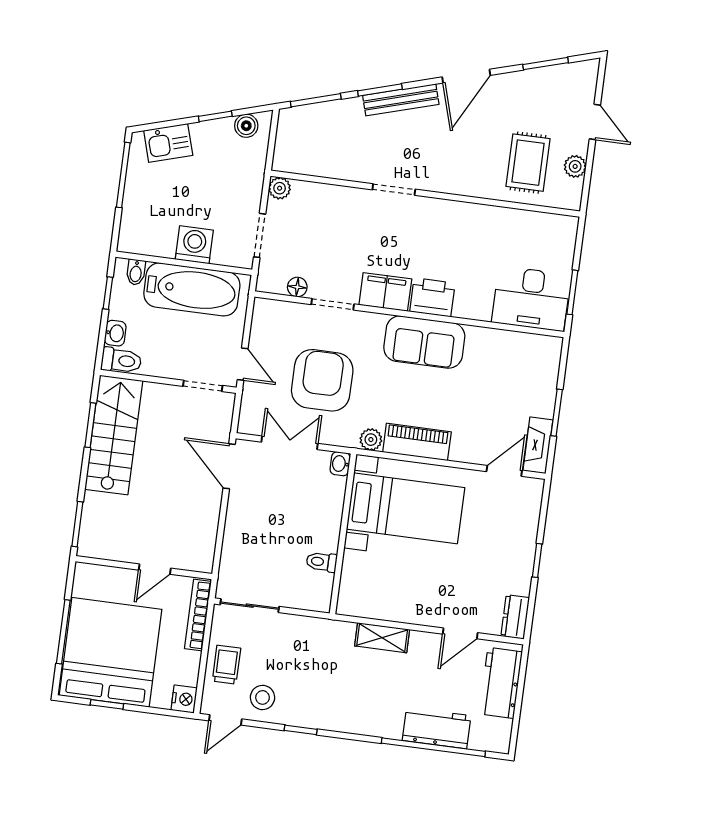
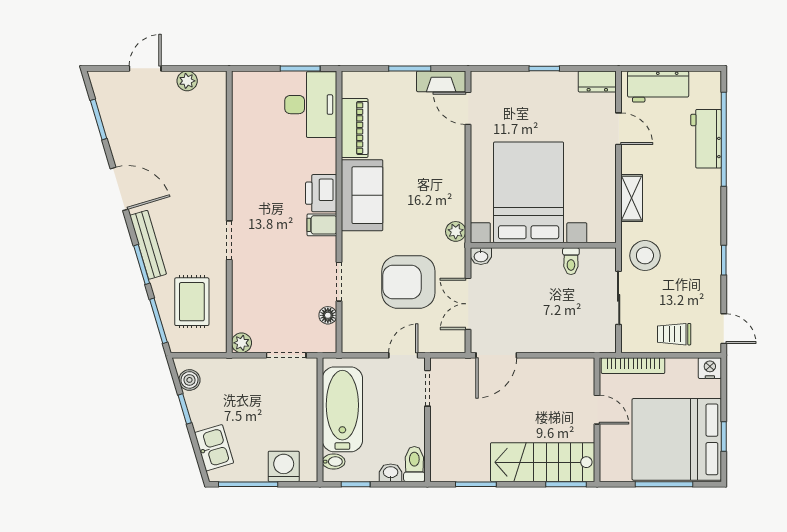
rug: (528, 163) -> (192, 302), moved, turned 90
washing machine: (194, 245) -> (284, 466), moved, turned 90
filing cabinet: (385, 292) -> (322, 225), width x0.50
stairs: (114, 435) -> (543, 462), moved
piano: (417, 442) -> (355, 128), moved, turned 180
bed with nightstands: (406, 508) -> (529, 192), width x1.36
sliding door: (250, 606) -> (619, 298), moved
stool: (262, 697) -> (645, 256), moved, width x1.38, depth x1.38

